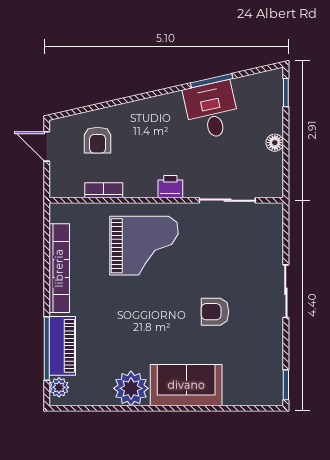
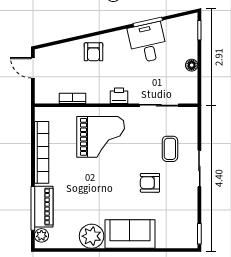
armchair: (98, 140) -> (93, 52), moved
coffee table: (244, 263) -> (170, 149), added

